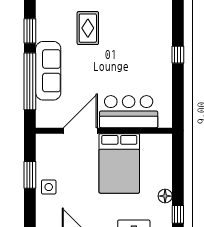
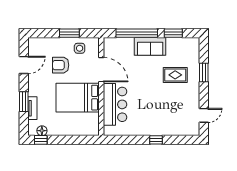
sofa: (48, 71) -> (150, 46), width x0.73
side table: (49, 187) -> (80, 48), moved
armchair: (74, 187) -> (61, 65), added
floor lamp: (165, 196) -> (42, 131), moved

